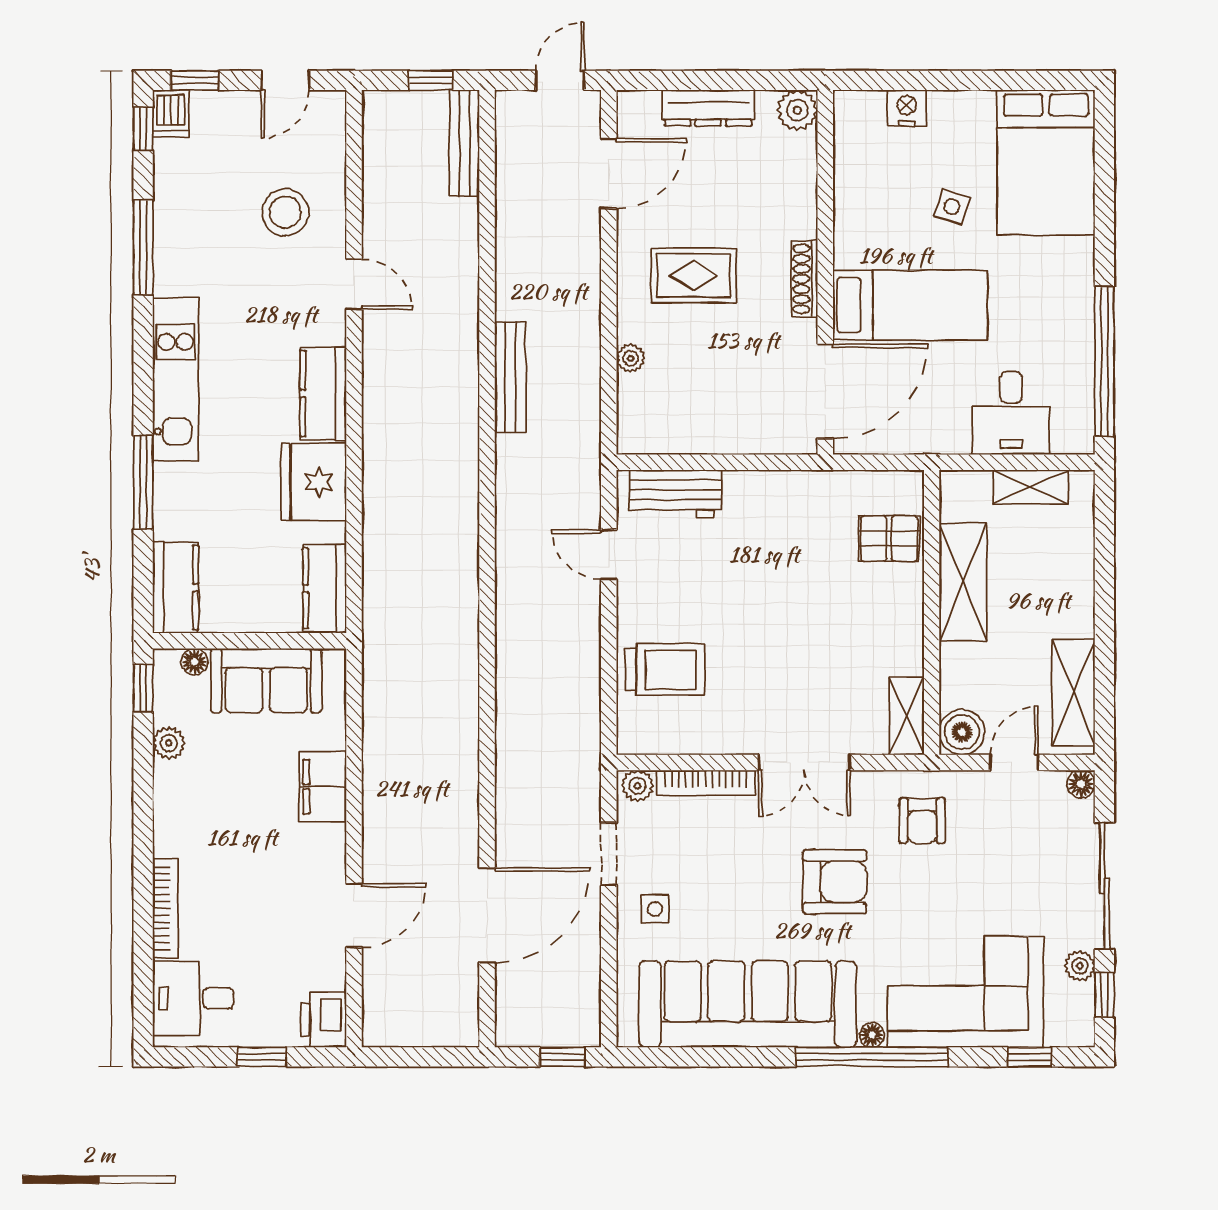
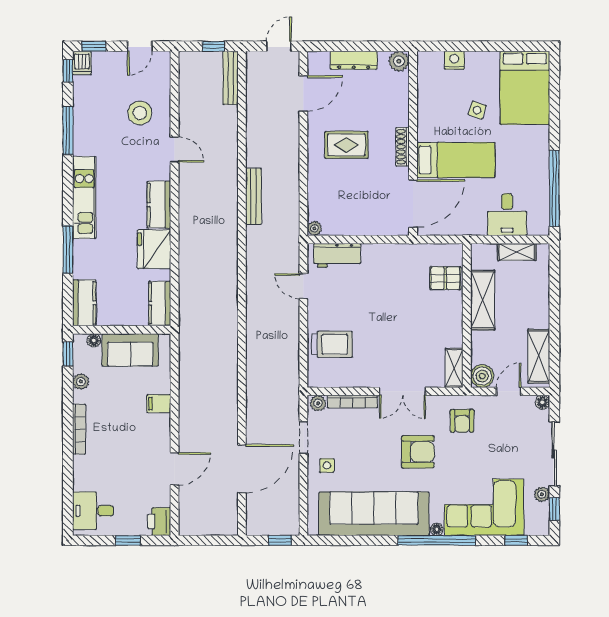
plant: (631, 358) -> (314, 228), moved
filing cabinet: (323, 787) -> (159, 404), width x0.50
bookcase: (165, 908) -> (79, 429), moved

